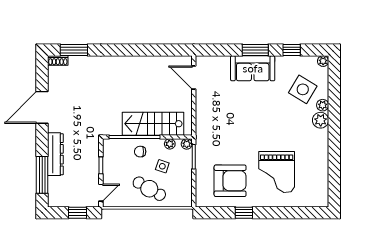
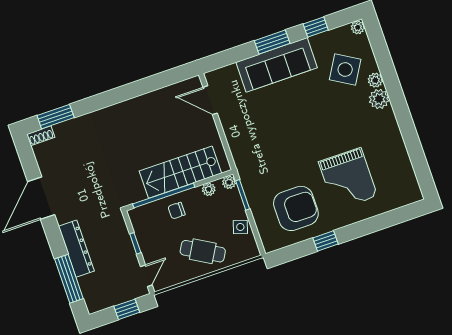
sofa: (253, 68) -> (277, 65), width x1.36
side table: (162, 166) -> (240, 227), moved

